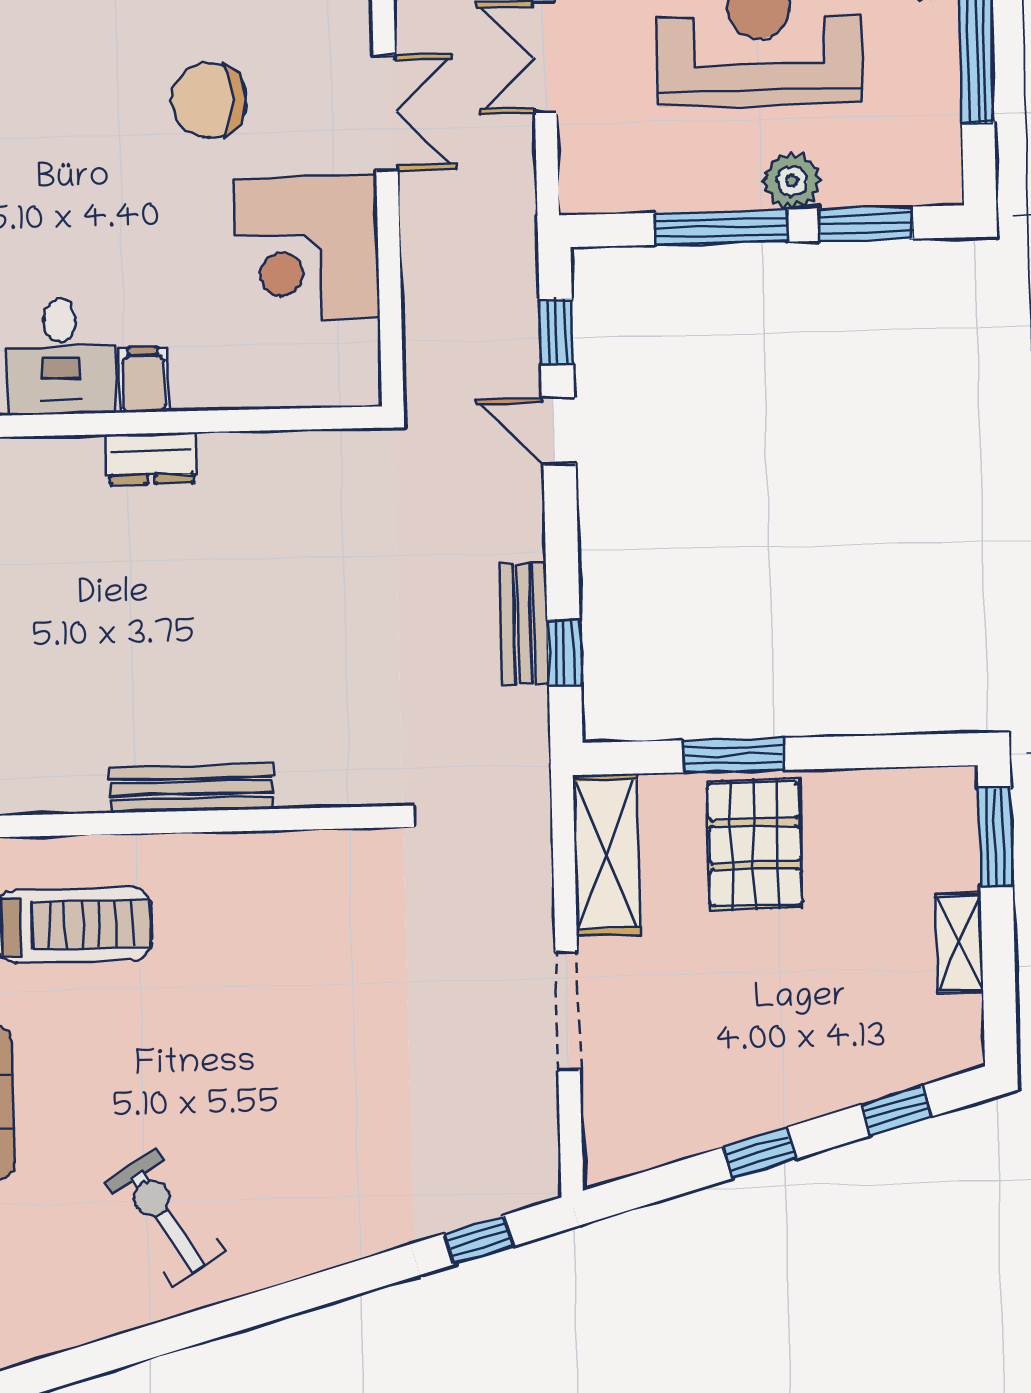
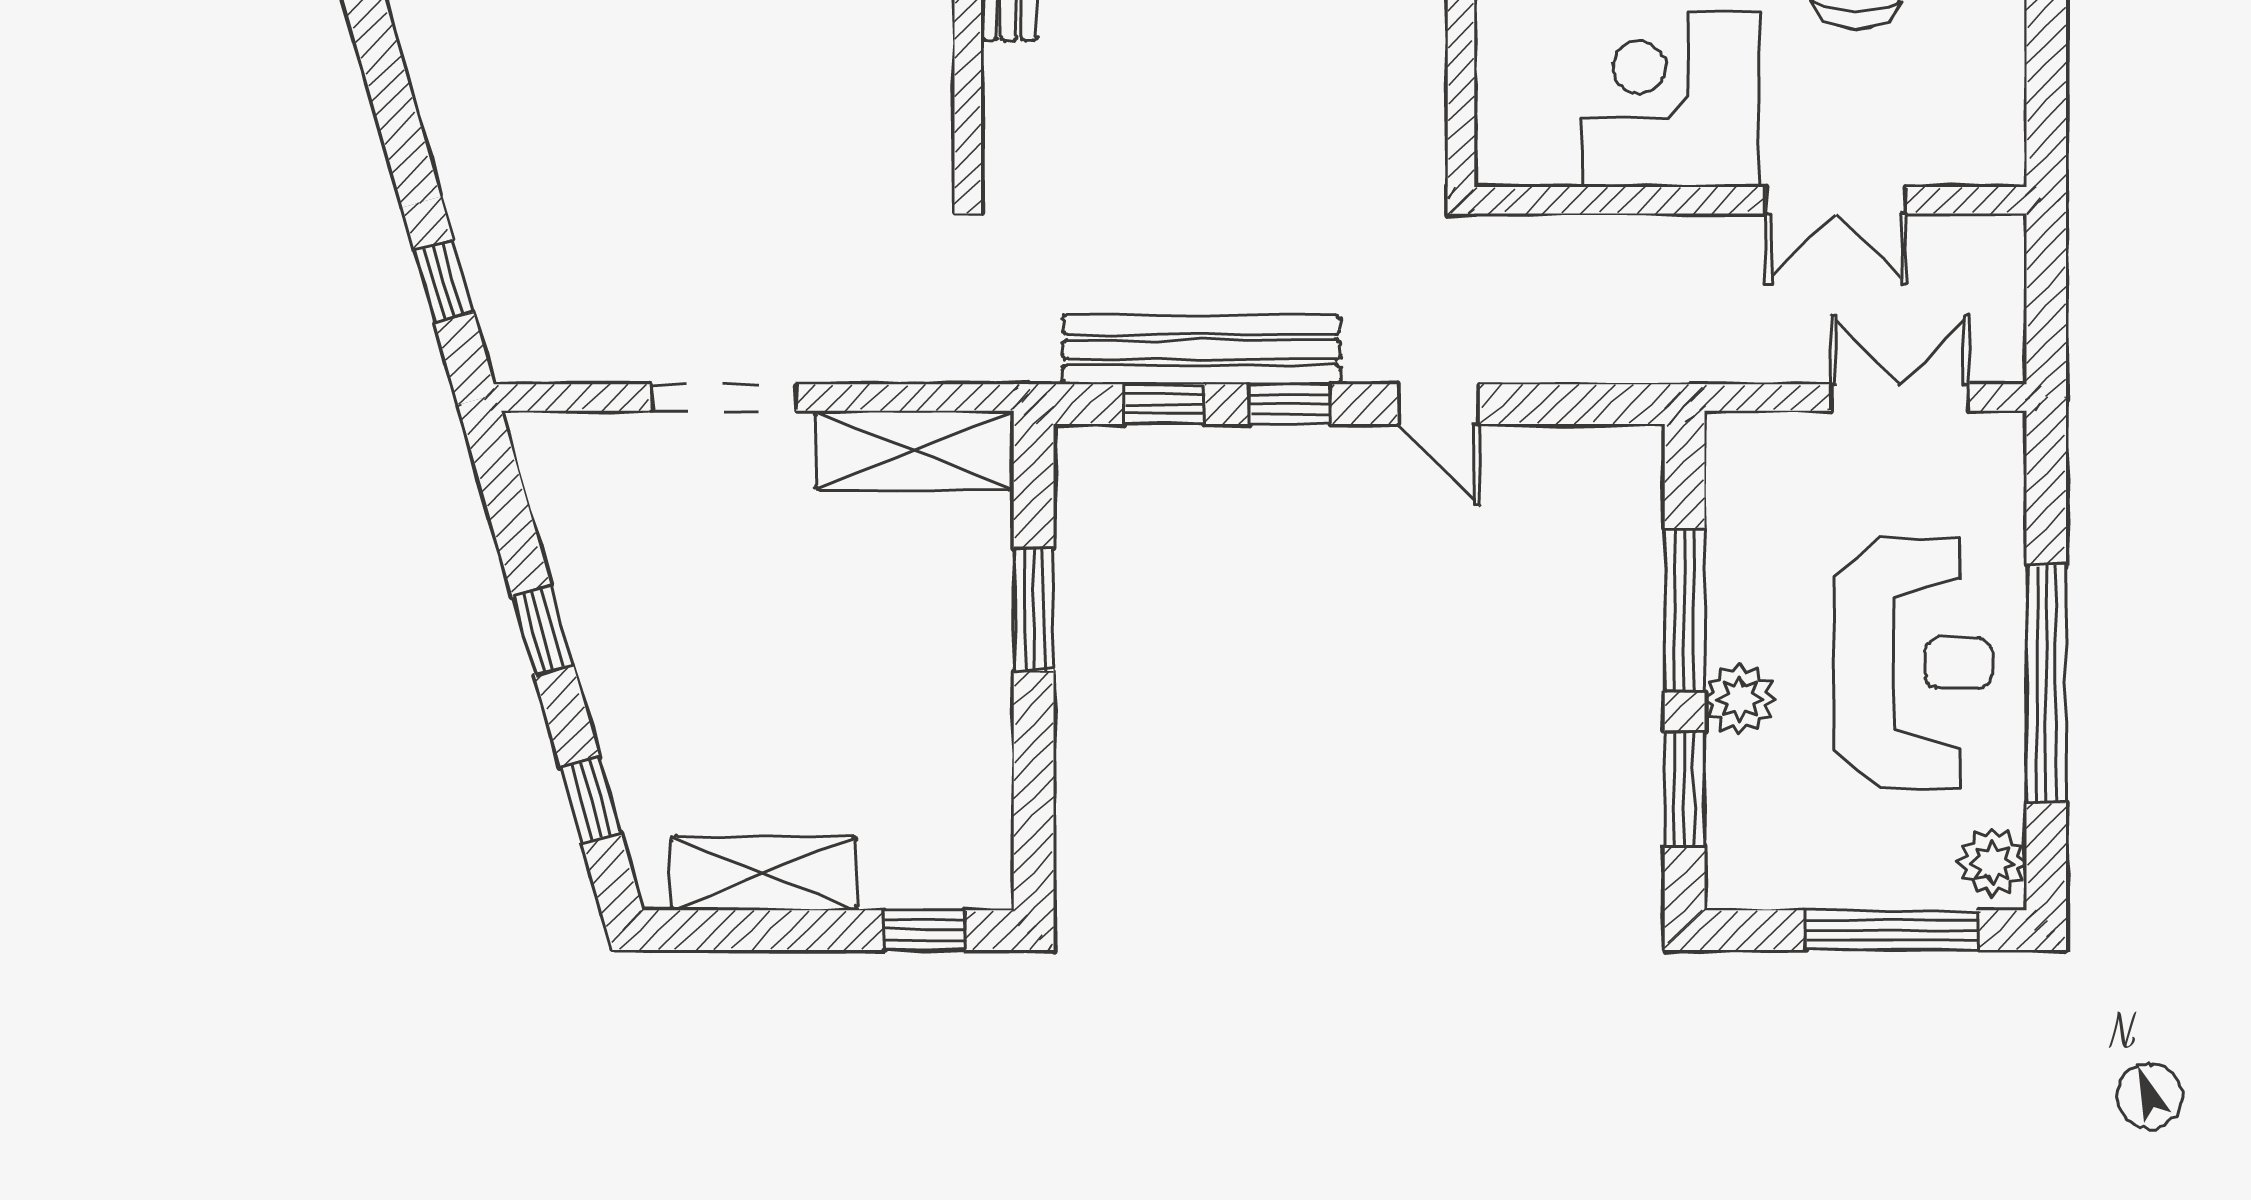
window: (556, 332) -> (1290, 404), moved
door: (559, 431) -> (1439, 404), swing flipped
bench: (524, 624) -> (1201, 350), width x1.86, depth x1.21
window: (996, 837) -> (925, 930), width x0.67
pallet: (755, 844) -> (923, 633), removed
shelving: (960, 943) -> (764, 873), width x1.50, depth x1.33

